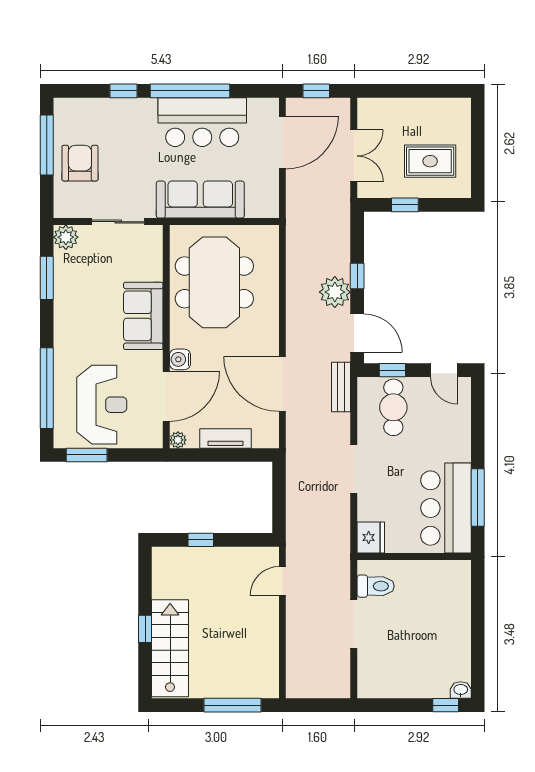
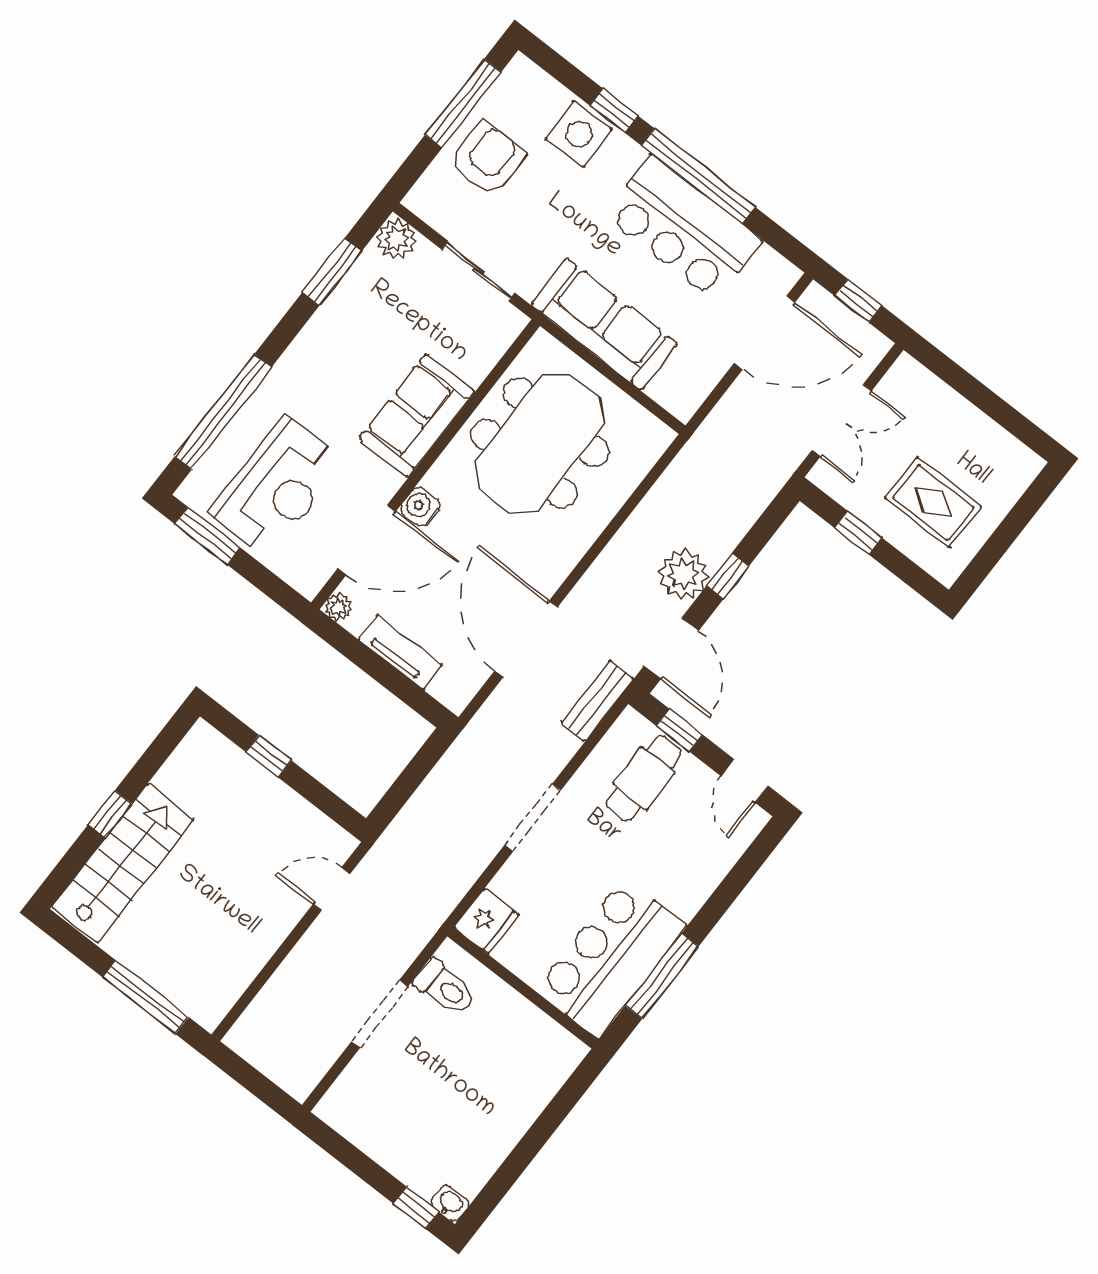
side table: (115, 116) -> (579, 134), added

